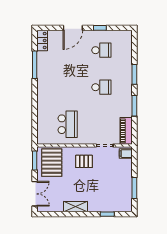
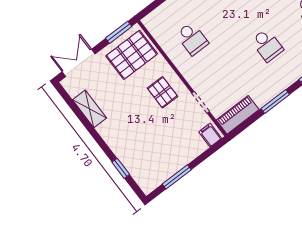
school desk: (68, 124) -> (192, 39), width x0.54
double door: (35, 194) -> (79, 63), swing flipped
shelving: (75, 207) -> (89, 109), moved

